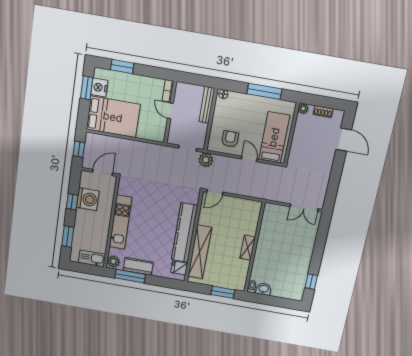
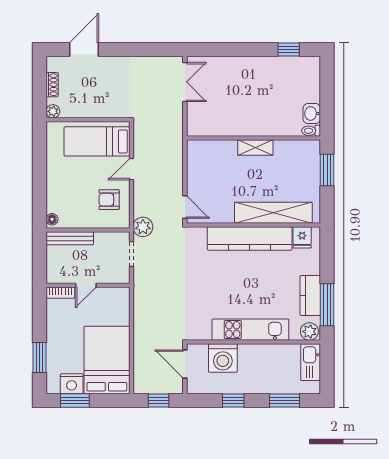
window: (264, 91) -> (39, 166), removed
washing machine: (88, 199) -> (223, 358), moved, turned 180

